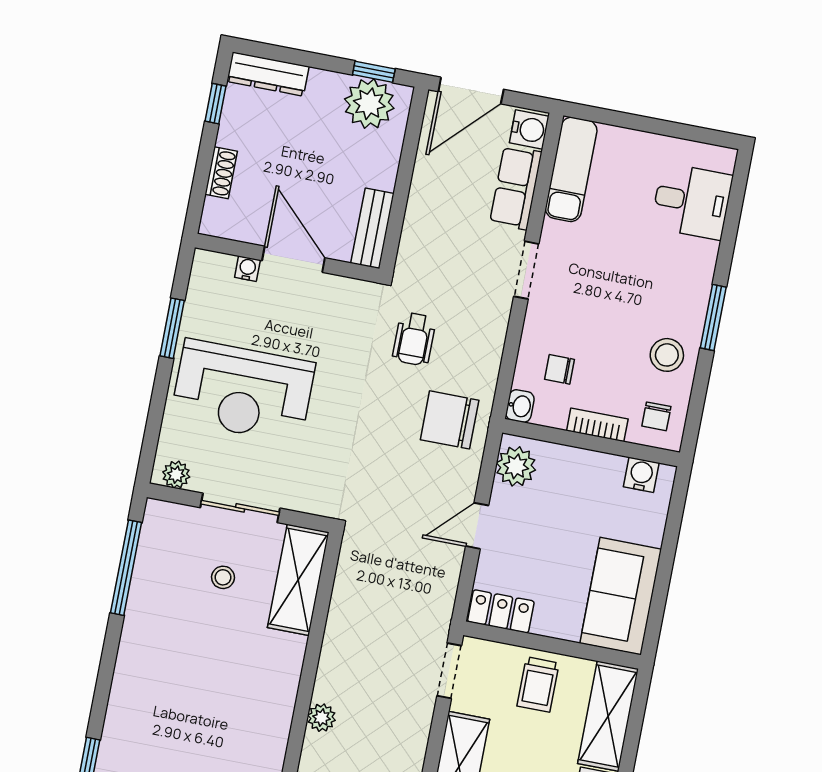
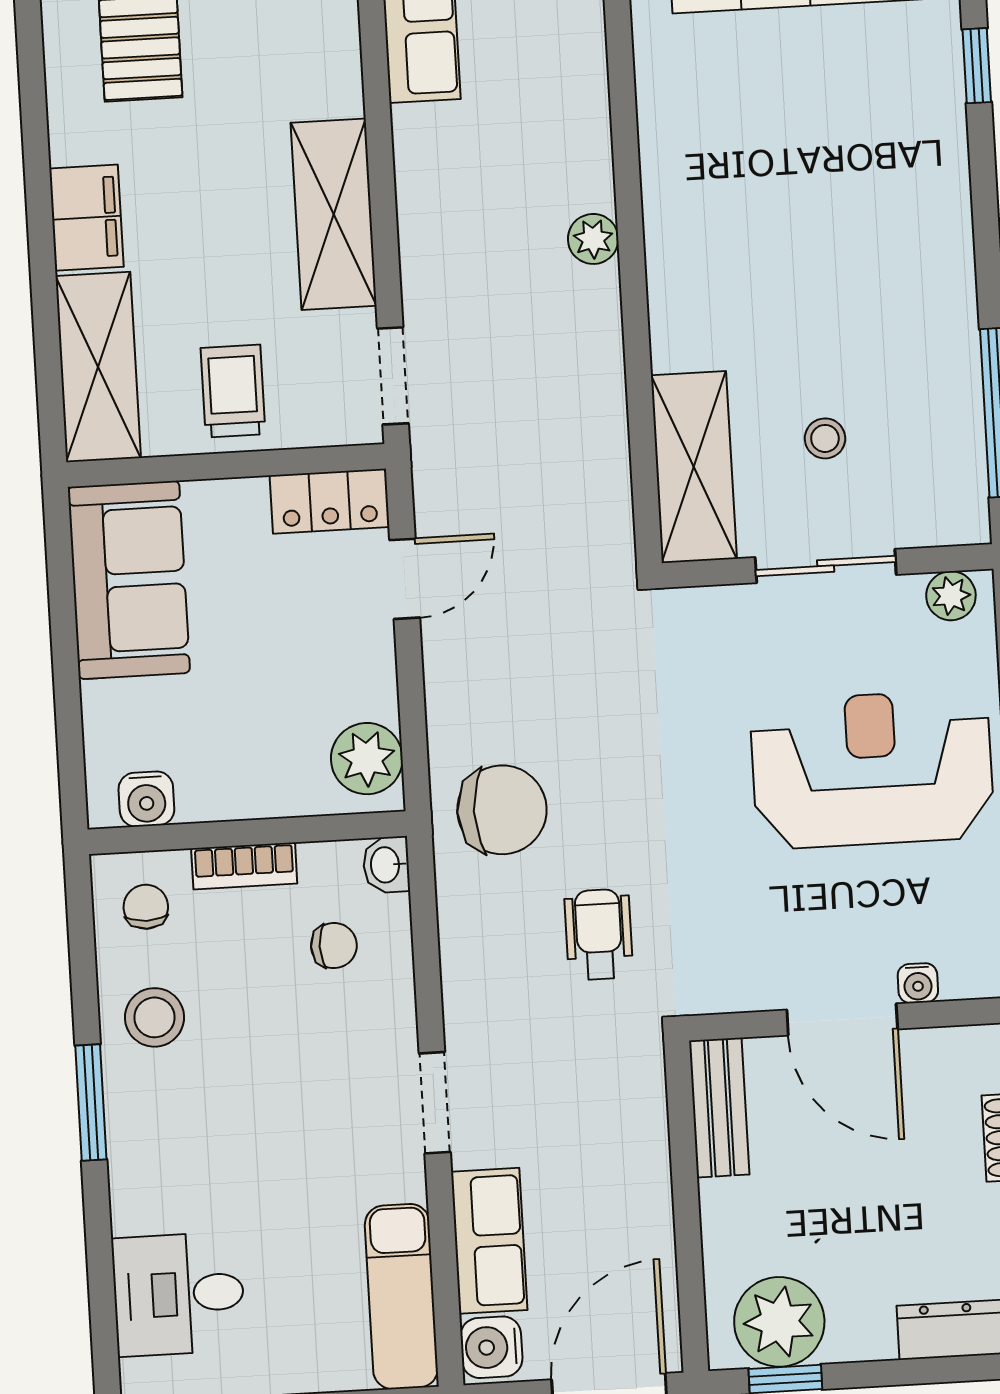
door: (477, 526) -> (405, 579), moved

